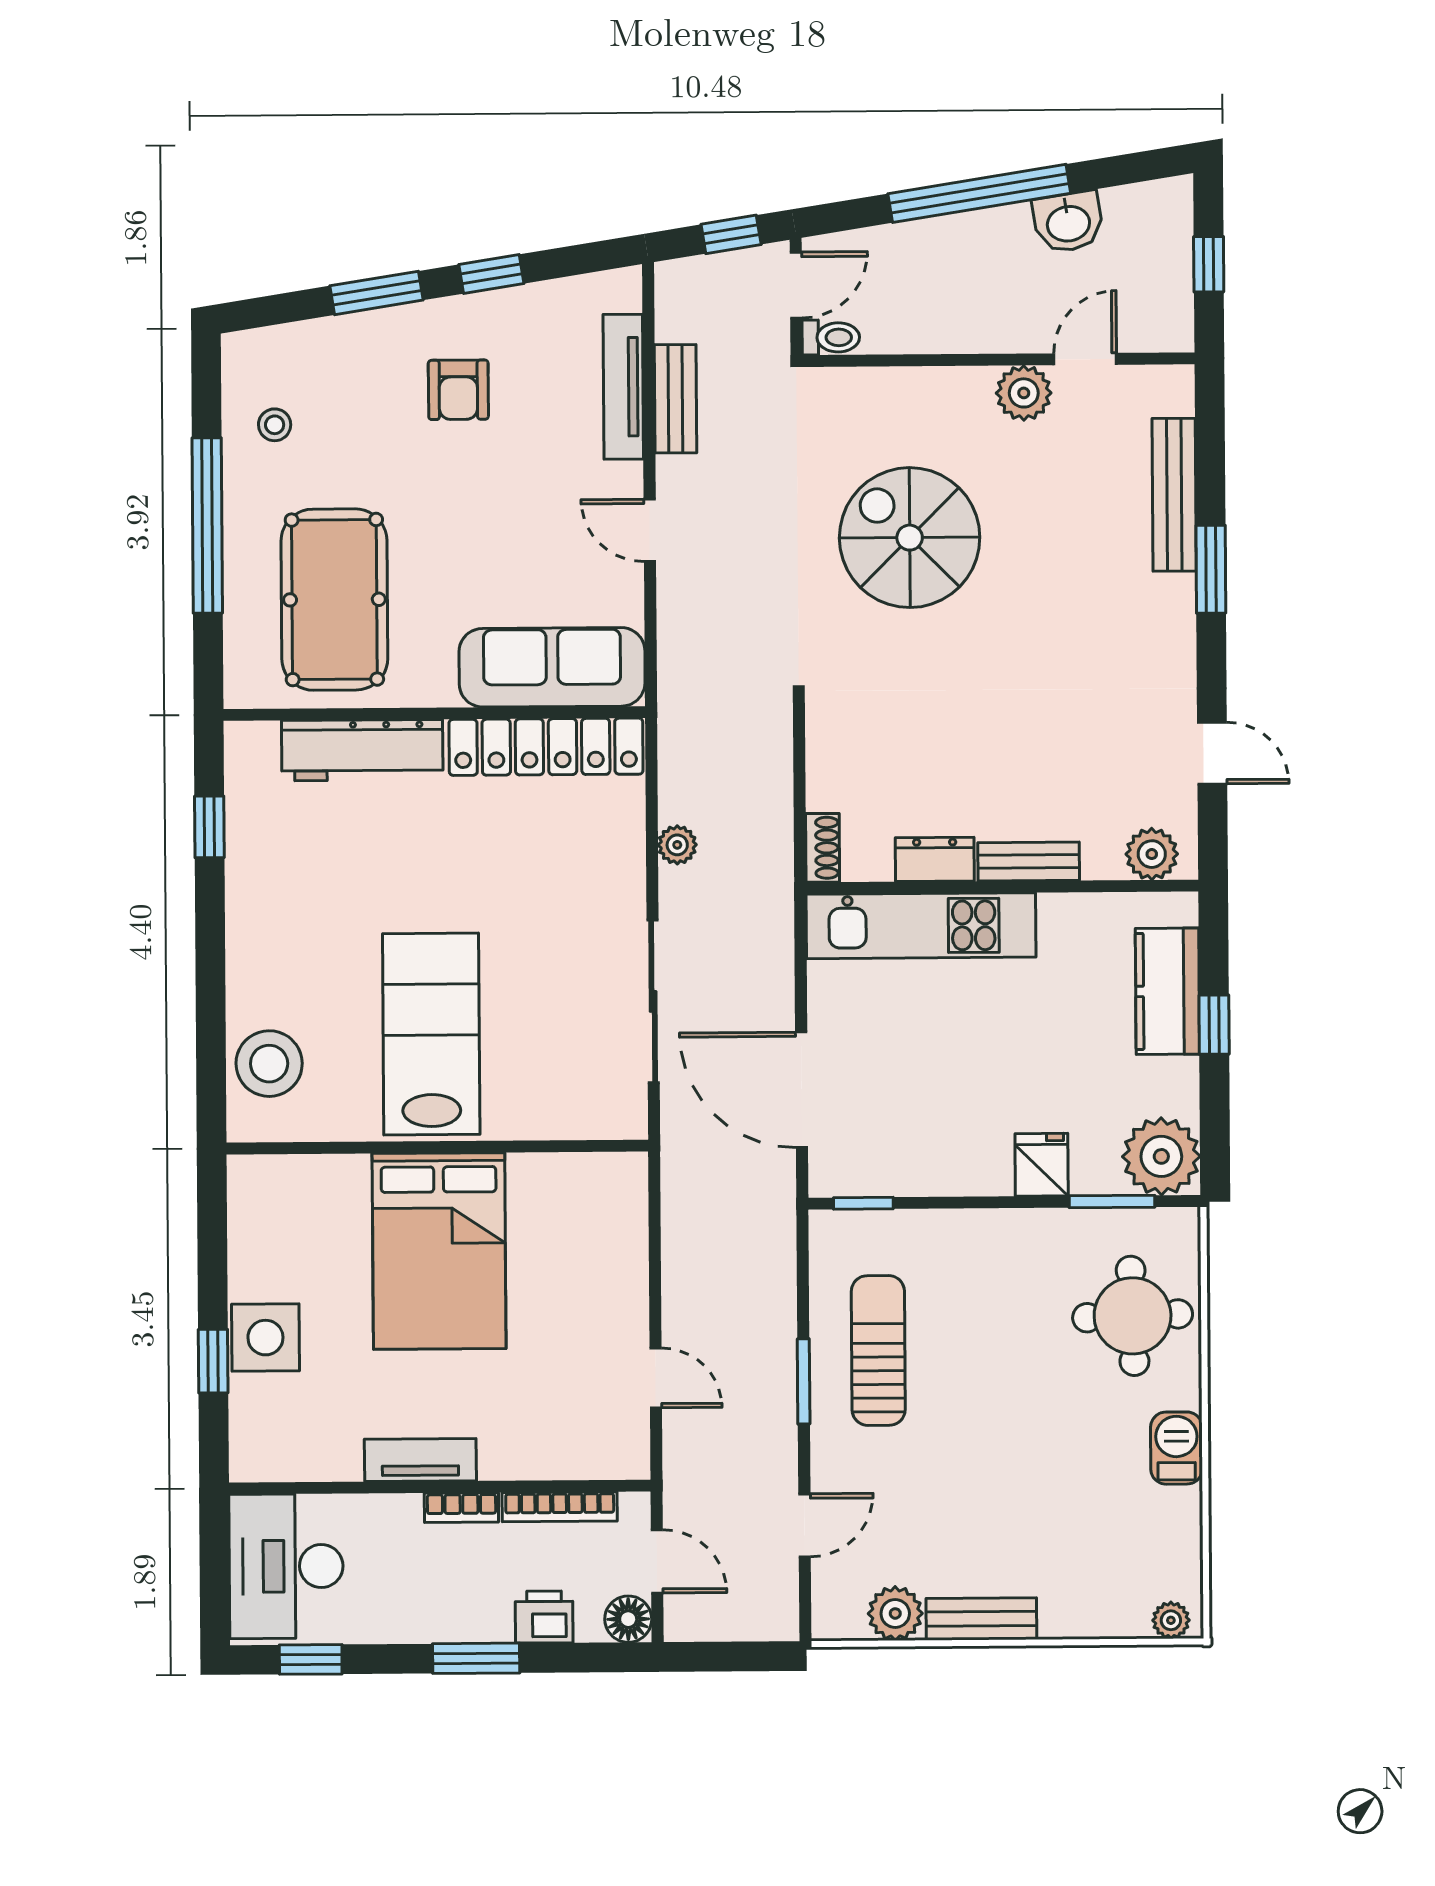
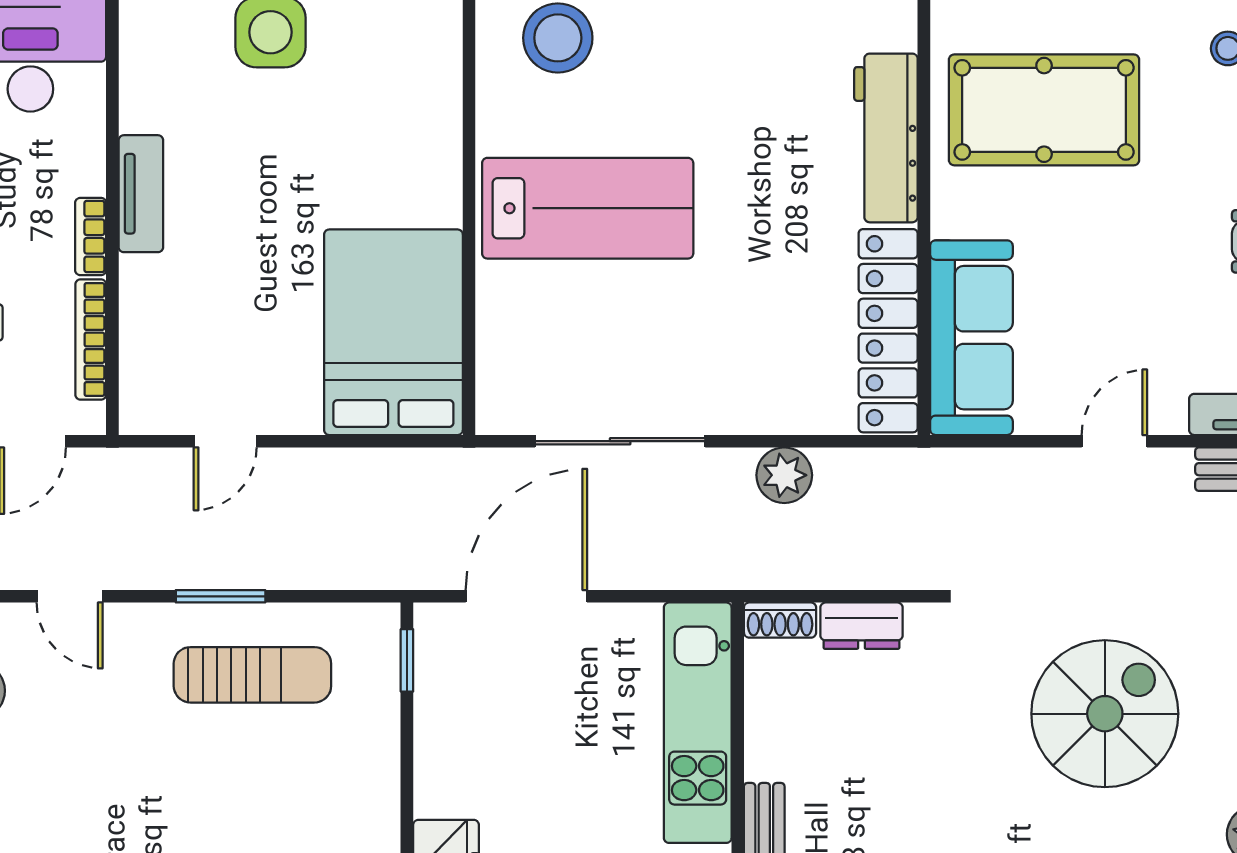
plant: (677, 845) -> (784, 475), width x1.38, depth x1.38
dresser: (935, 859) -> (861, 626), moved, turned 90
bed: (439, 1251) -> (393, 332), moved, turned 90

